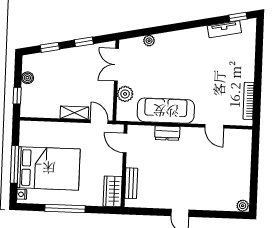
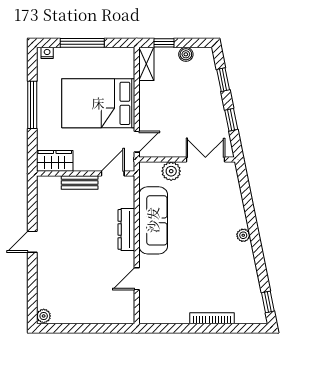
tv unit: (224, 29) -> (253, 286), removed
plant: (149, 41) -> (243, 235), moved
bookcase: (249, 101) -> (212, 318), moved
shelving: (74, 113) -> (146, 64), moved
dresser: (167, 133) -> (126, 229), width x1.44
bed: (49, 168) -> (98, 103), moved, turned 90
bench: (131, 183) -> (80, 182), moved

